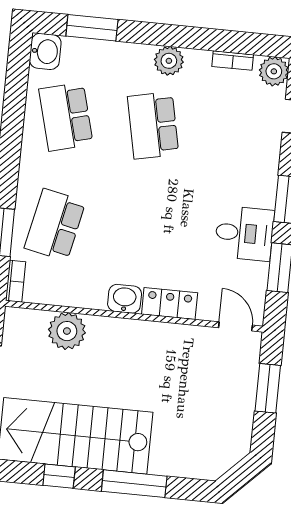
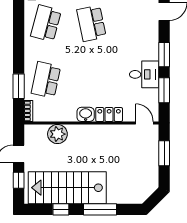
school desk: (66, 117) -> (46, 23), turned 30

